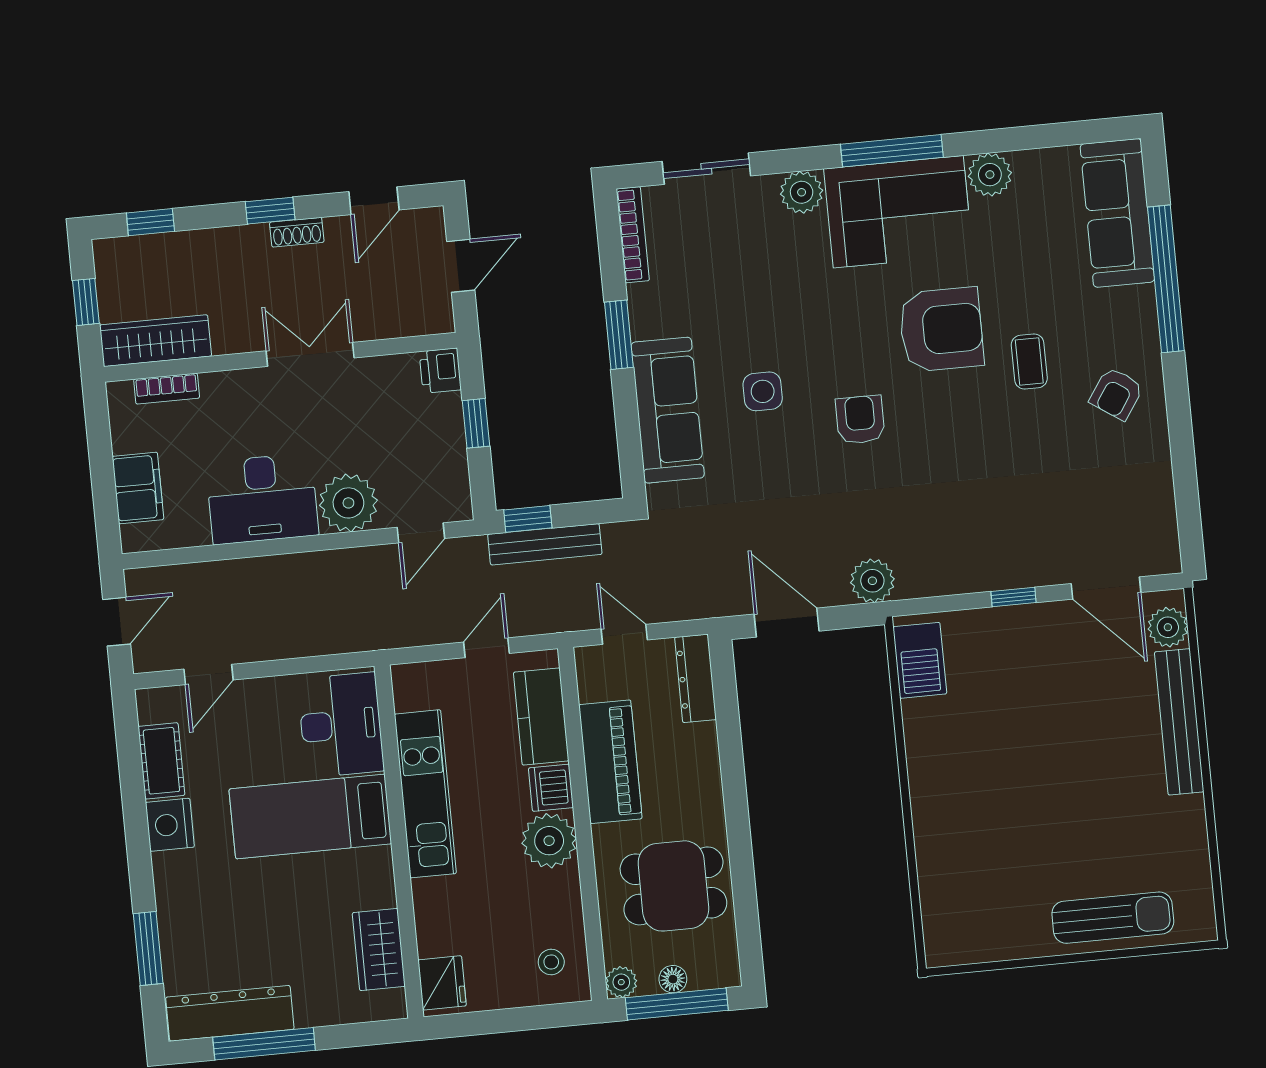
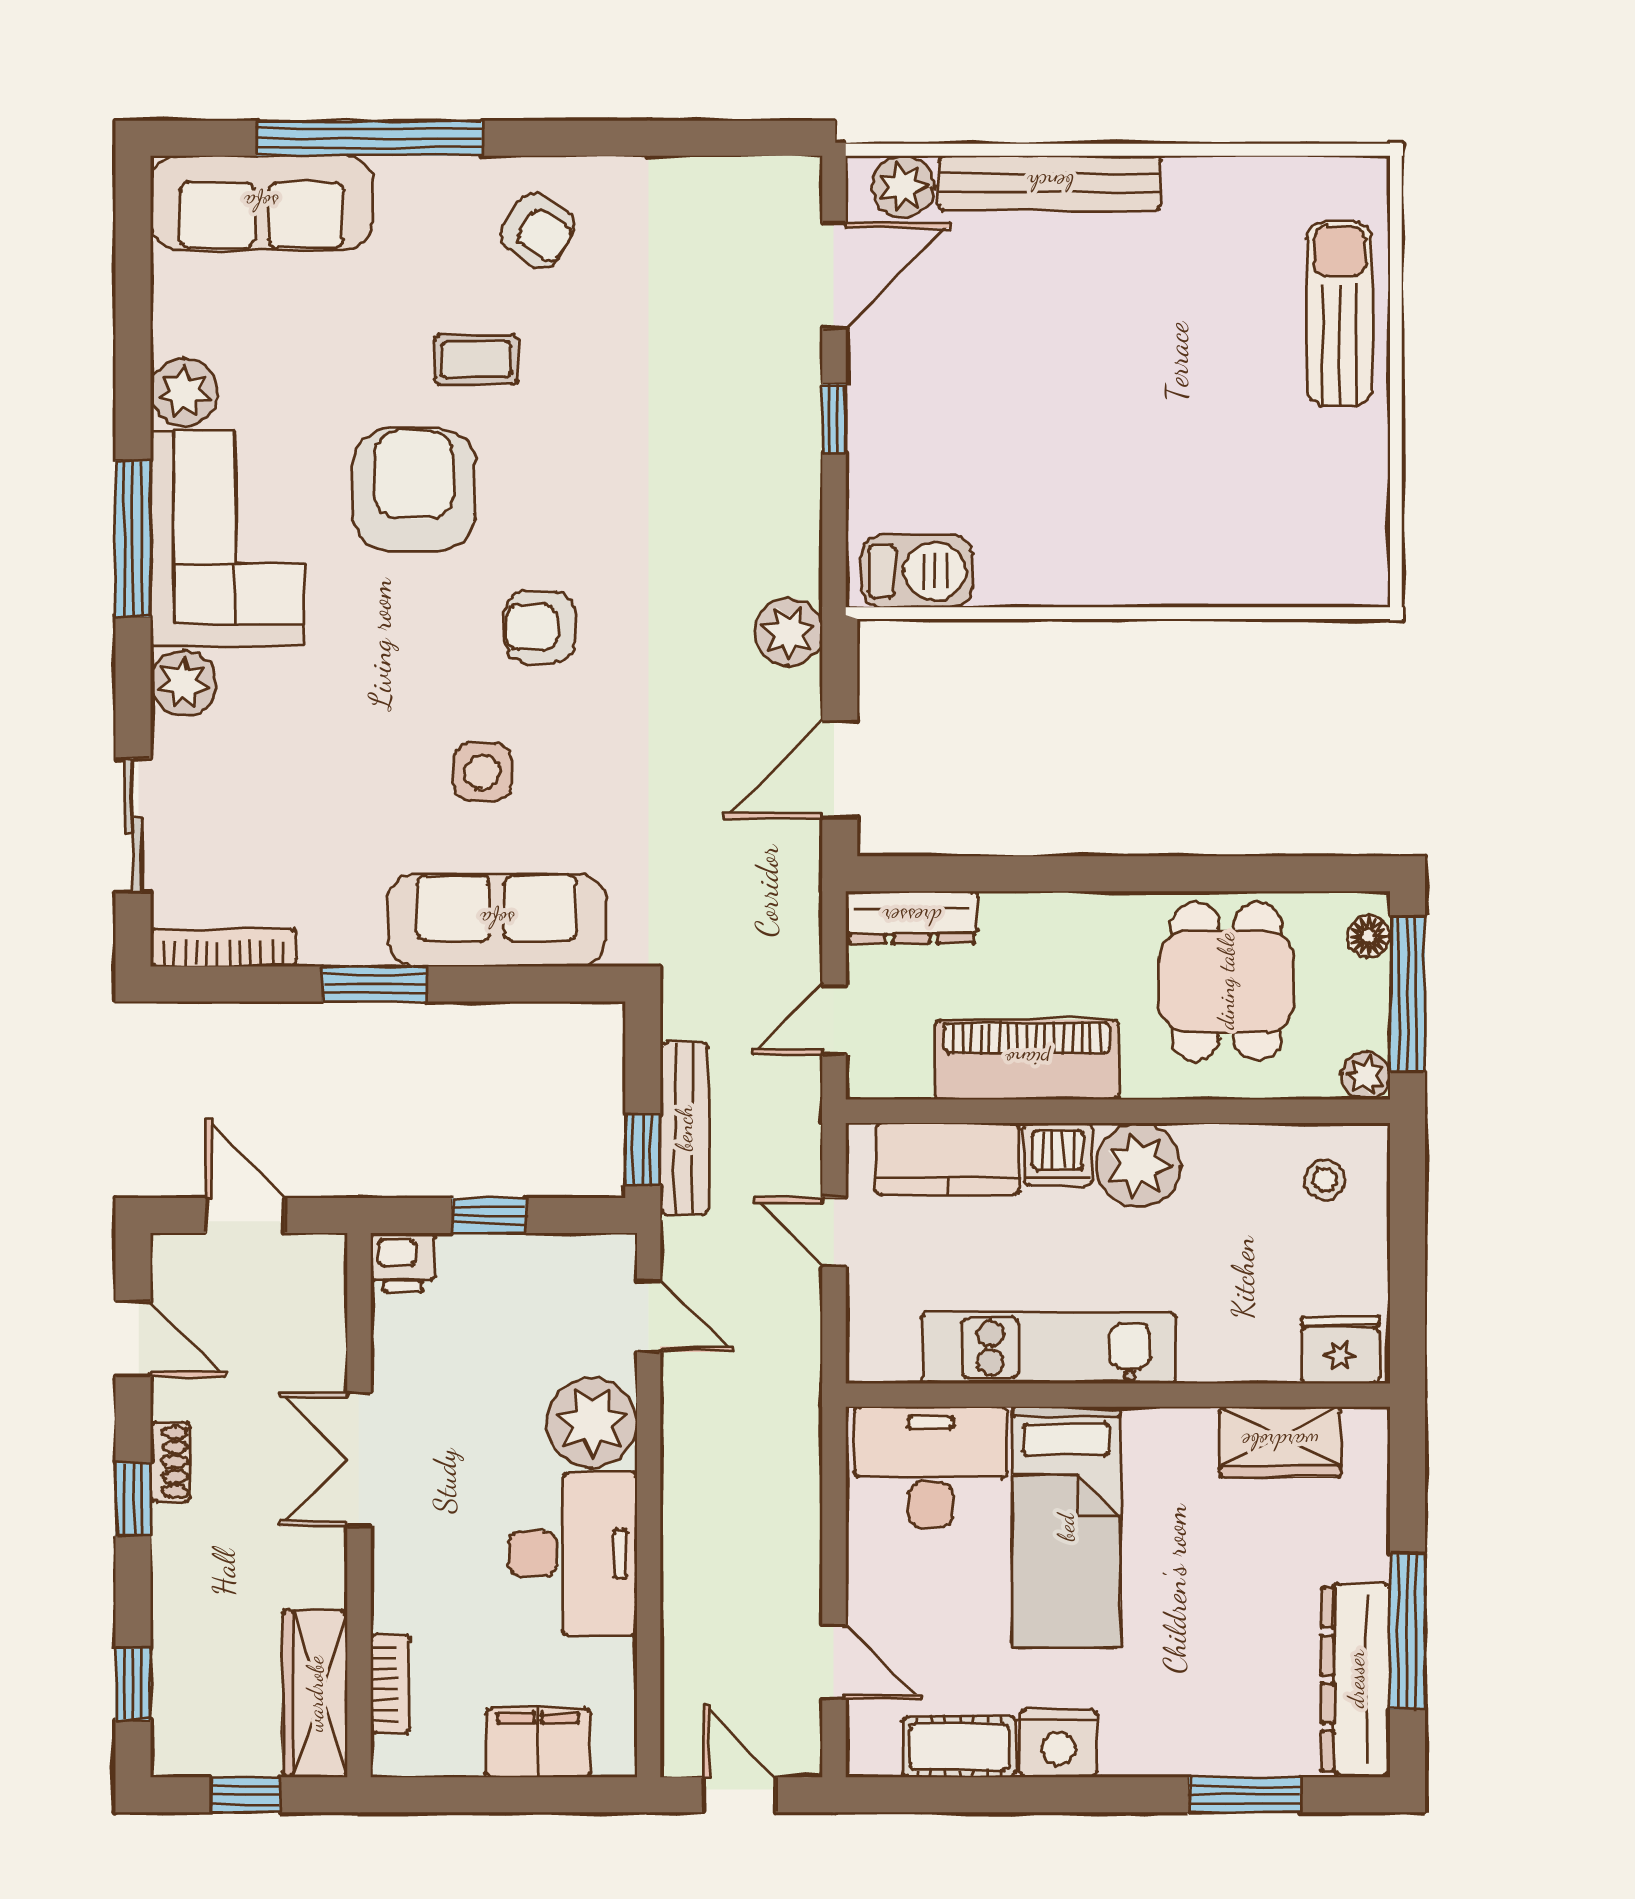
floor lamp: (673, 979) -> (1369, 936), moved

